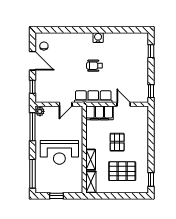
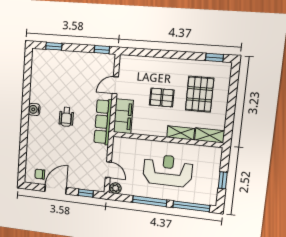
door: (66, 104) -> (108, 170), moved
window: (32, 127) -> (150, 201), moved
reception desk: (59, 152) -> (168, 170), turned -90

